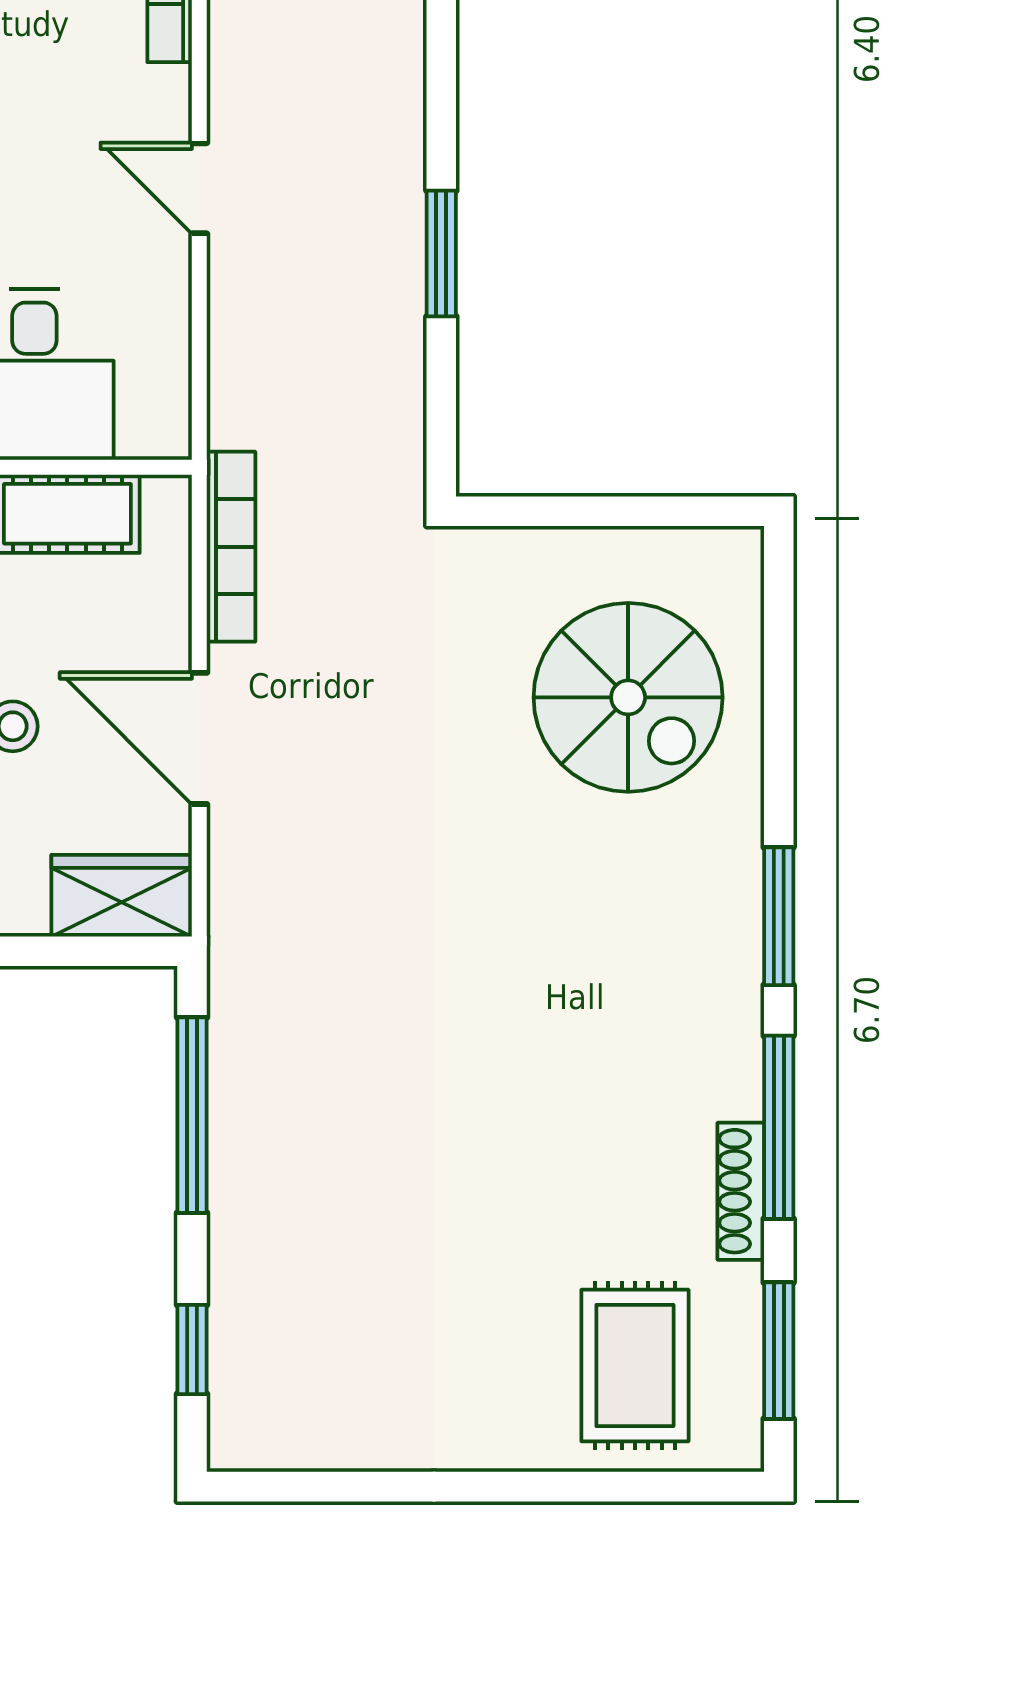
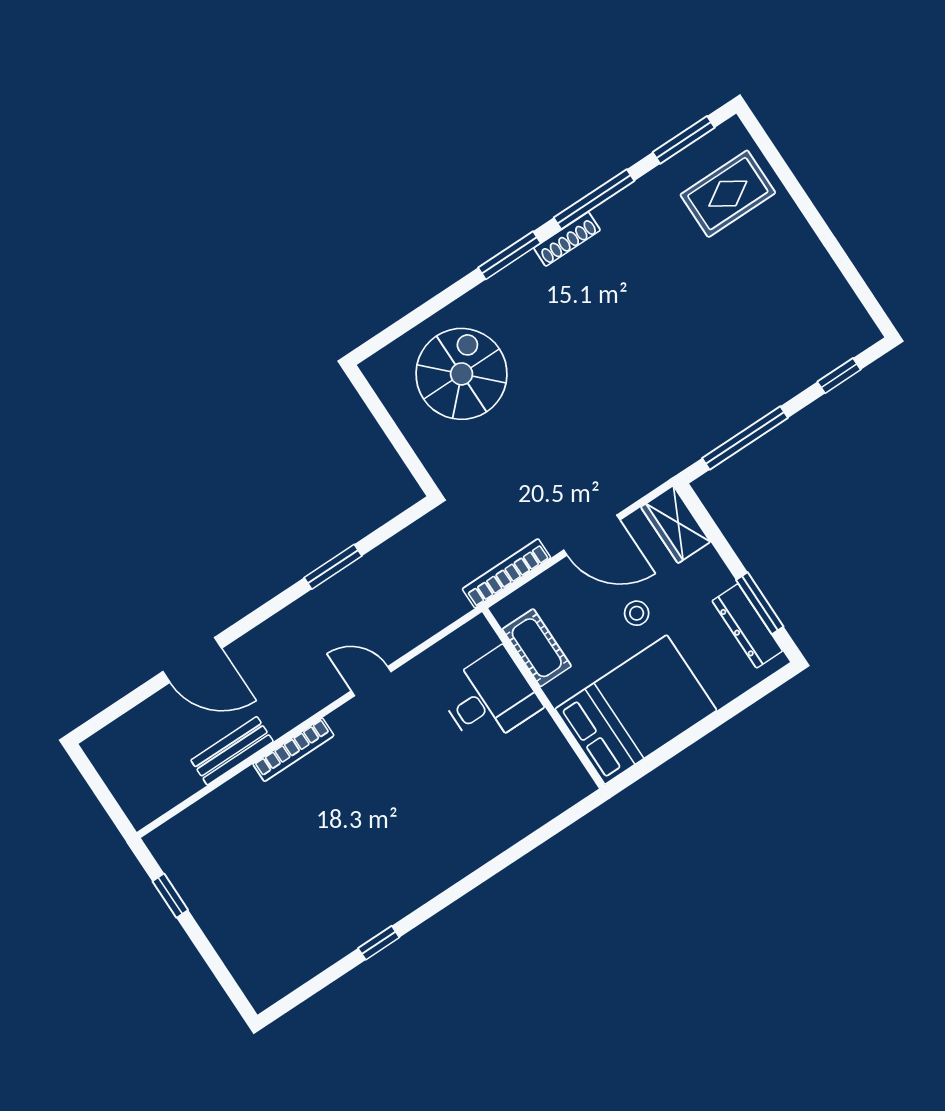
door: (199, 188) -> (371, 681), swing flipped
door: (199, 738) -> (592, 535), hinge flipped
shoe rack: (741, 1191) -> (567, 239), moved

